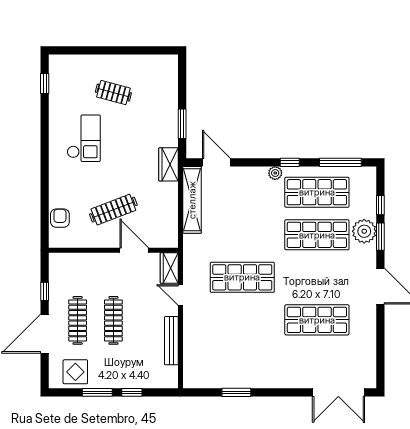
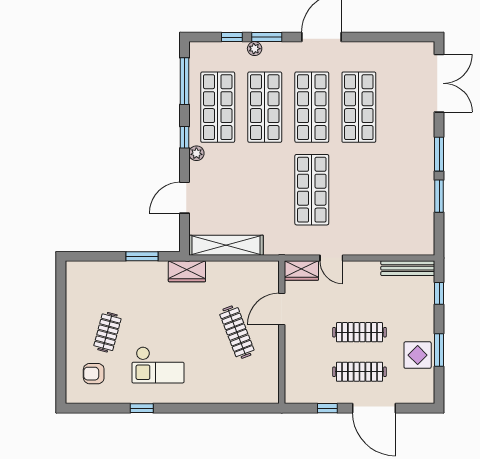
window: (45, 83) -> (142, 408), moved
checkout: (84, 138) -> (158, 365), turned 180
door: (216, 162) -> (185, 198), moved
armchair: (60, 218) -> (94, 374), moved
plant: (364, 231) -> (255, 49), width x0.53, depth x0.53
shop shelf: (317, 277) -> (312, 107), added
door: (181, 295) -> (331, 258), hinge flipped
bench: (171, 341) -> (408, 268), moved
display table: (75, 372) -> (418, 355), moved
window: (132, 392) -> (439, 293), moved
window: (274, 392) -> (439, 154), added

